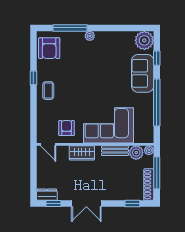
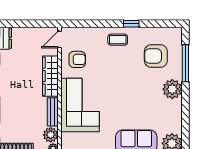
plant: (90, 36) -> (172, 89), width x1.88, depth x1.88
armchair: (49, 48) -> (156, 56), moved
wardrobe: (82, 153) -> (50, 76), width x1.50

